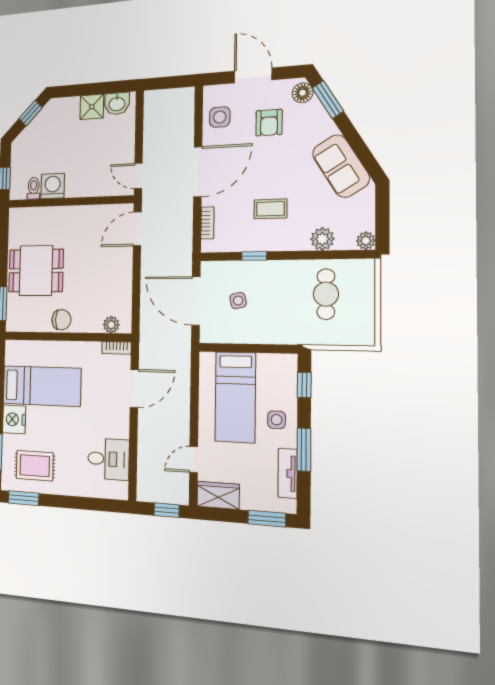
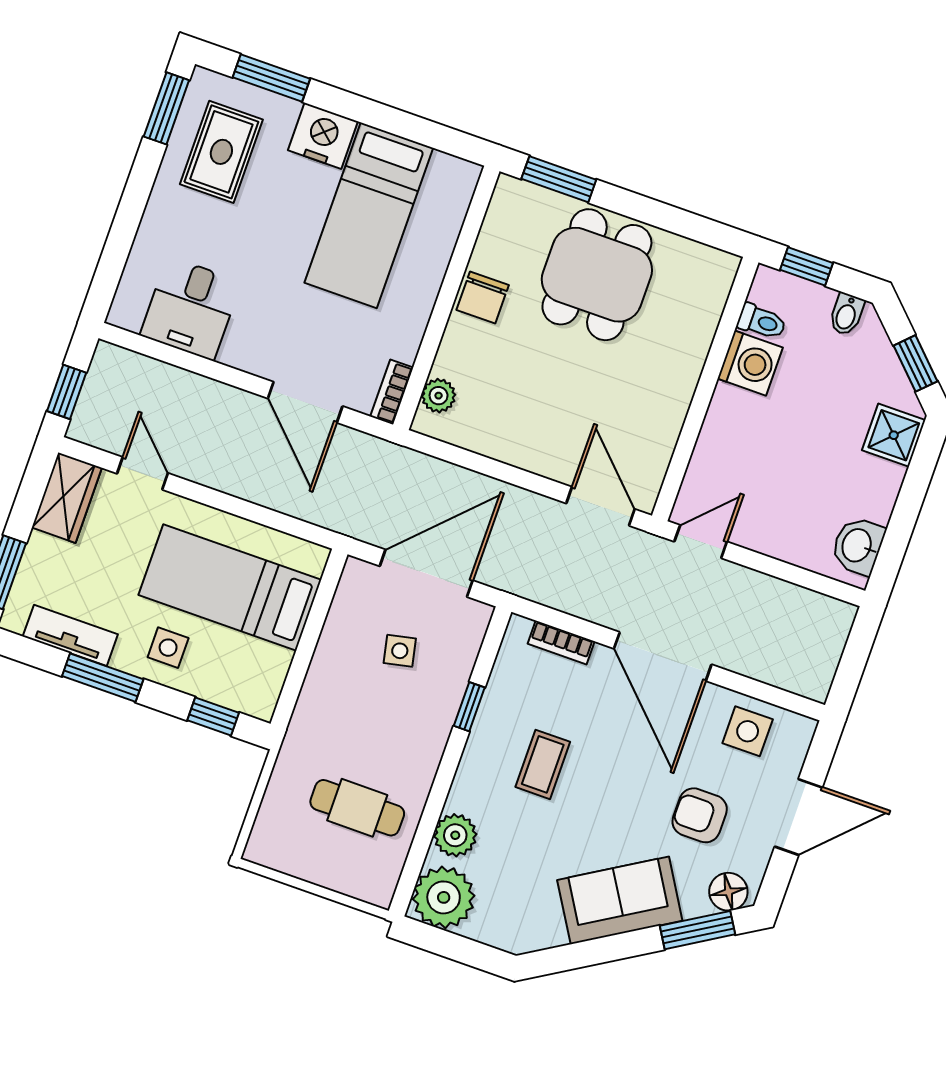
shower: (92, 107) -> (894, 435), moved
bidet: (19, 152) -> (847, 314), added
sofa: (341, 166) -> (620, 900), moved
plant: (366, 241) -> (444, 897), width x1.88, depth x1.88

